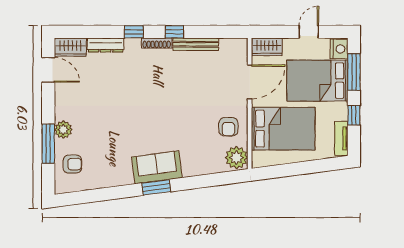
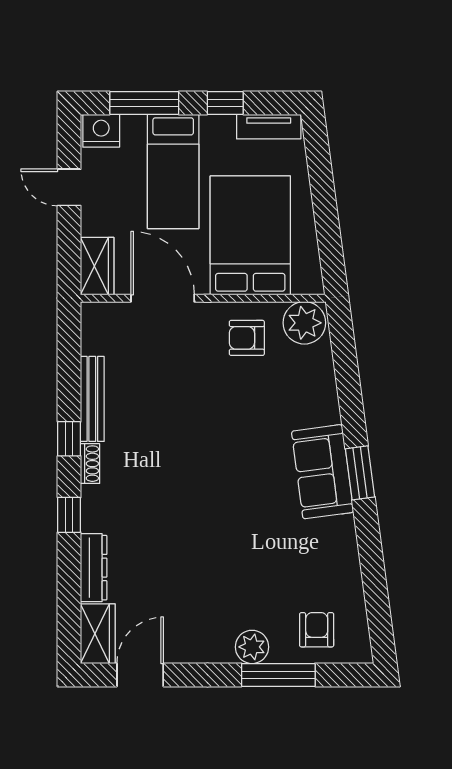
shoe rack: (157, 43) -> (90, 464), width x0.70
bed: (317, 81) -> (173, 171), width x0.67
armchair: (228, 127) -> (247, 338), turned 180

